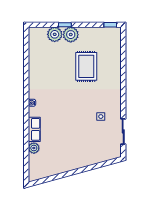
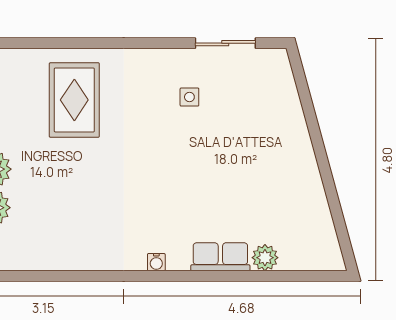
rug: (86, 66) -> (74, 100), moved, turned 90

